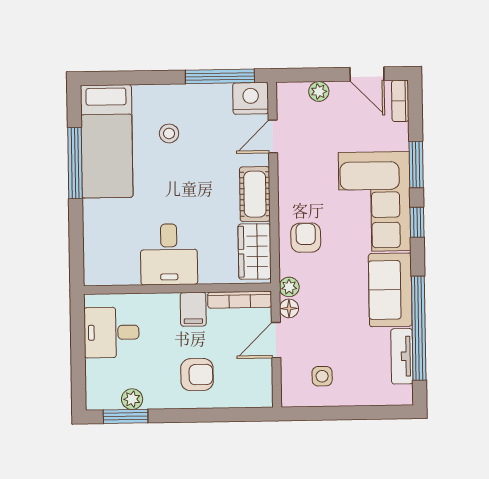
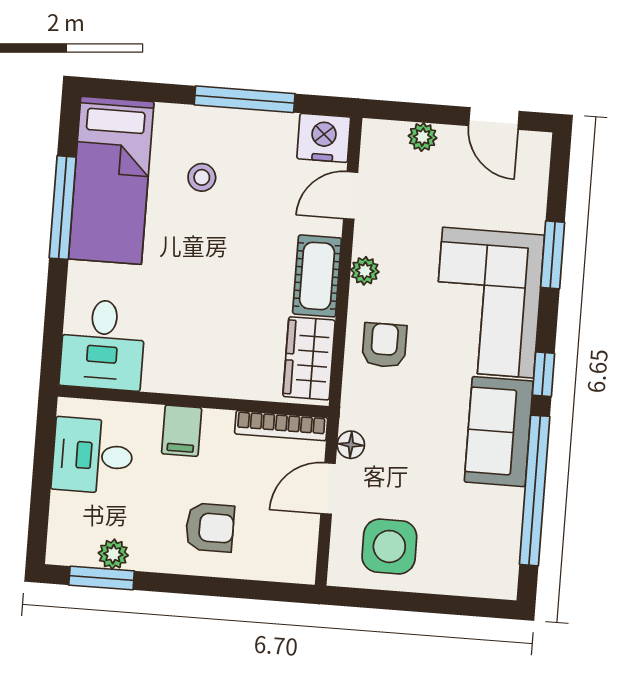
window: (220, 76) -> (245, 99), moved
bookcase: (400, 101) -> (538, 161), removed
window: (417, 222) -> (543, 374), moved
desk: (169, 254) -> (103, 345), moved
plant: (289, 287) -> (365, 271), moved
filing cabinet: (193, 309) -> (182, 431), moved
tv unit: (402, 356) -> (507, 529), removed
side table: (322, 376) -> (389, 546), width x1.87, depth x1.87

